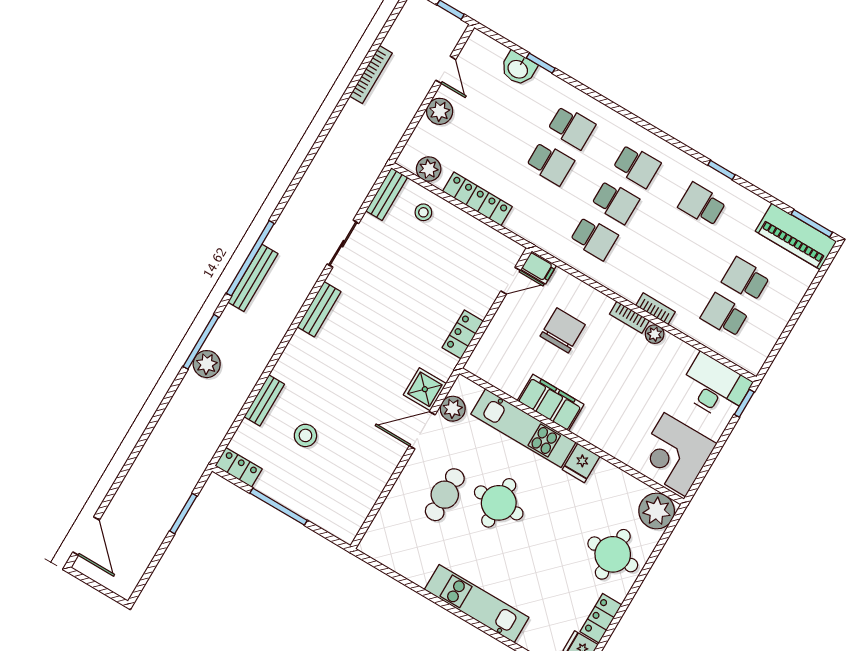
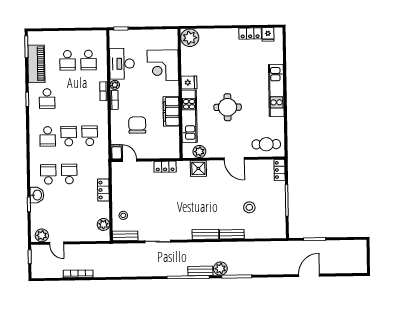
washbasin: (518, 69) -> (37, 195), moved
door: (446, 70) -> (57, 243), swing flipped
plant: (440, 111) -> (42, 235), moved
school desk: (637, 166) -> (48, 136), turned 180
locker: (477, 199) -> (103, 190), width x0.66
piano: (796, 236) -> (36, 64), moved
bench: (253, 278) -> (200, 271), width x0.73
bench: (319, 309) -> (205, 234), moved
chair: (563, 330) -> (137, 125), turned 90
plant: (207, 364) -> (220, 269), moved
desk: (715, 387) -> (122, 64), moved
bench: (264, 400) -> (232, 234), moved
door: (422, 430) -> (234, 159), moved
corner desk: (675, 455) -> (163, 65), moved, turned 90
locker: (239, 467) -> (280, 170), moved
cafe table: (445, 495) -> (266, 144), moved
door: (86, 536) -> (309, 275), moved
round table: (613, 554) -> (220, 45), removed

